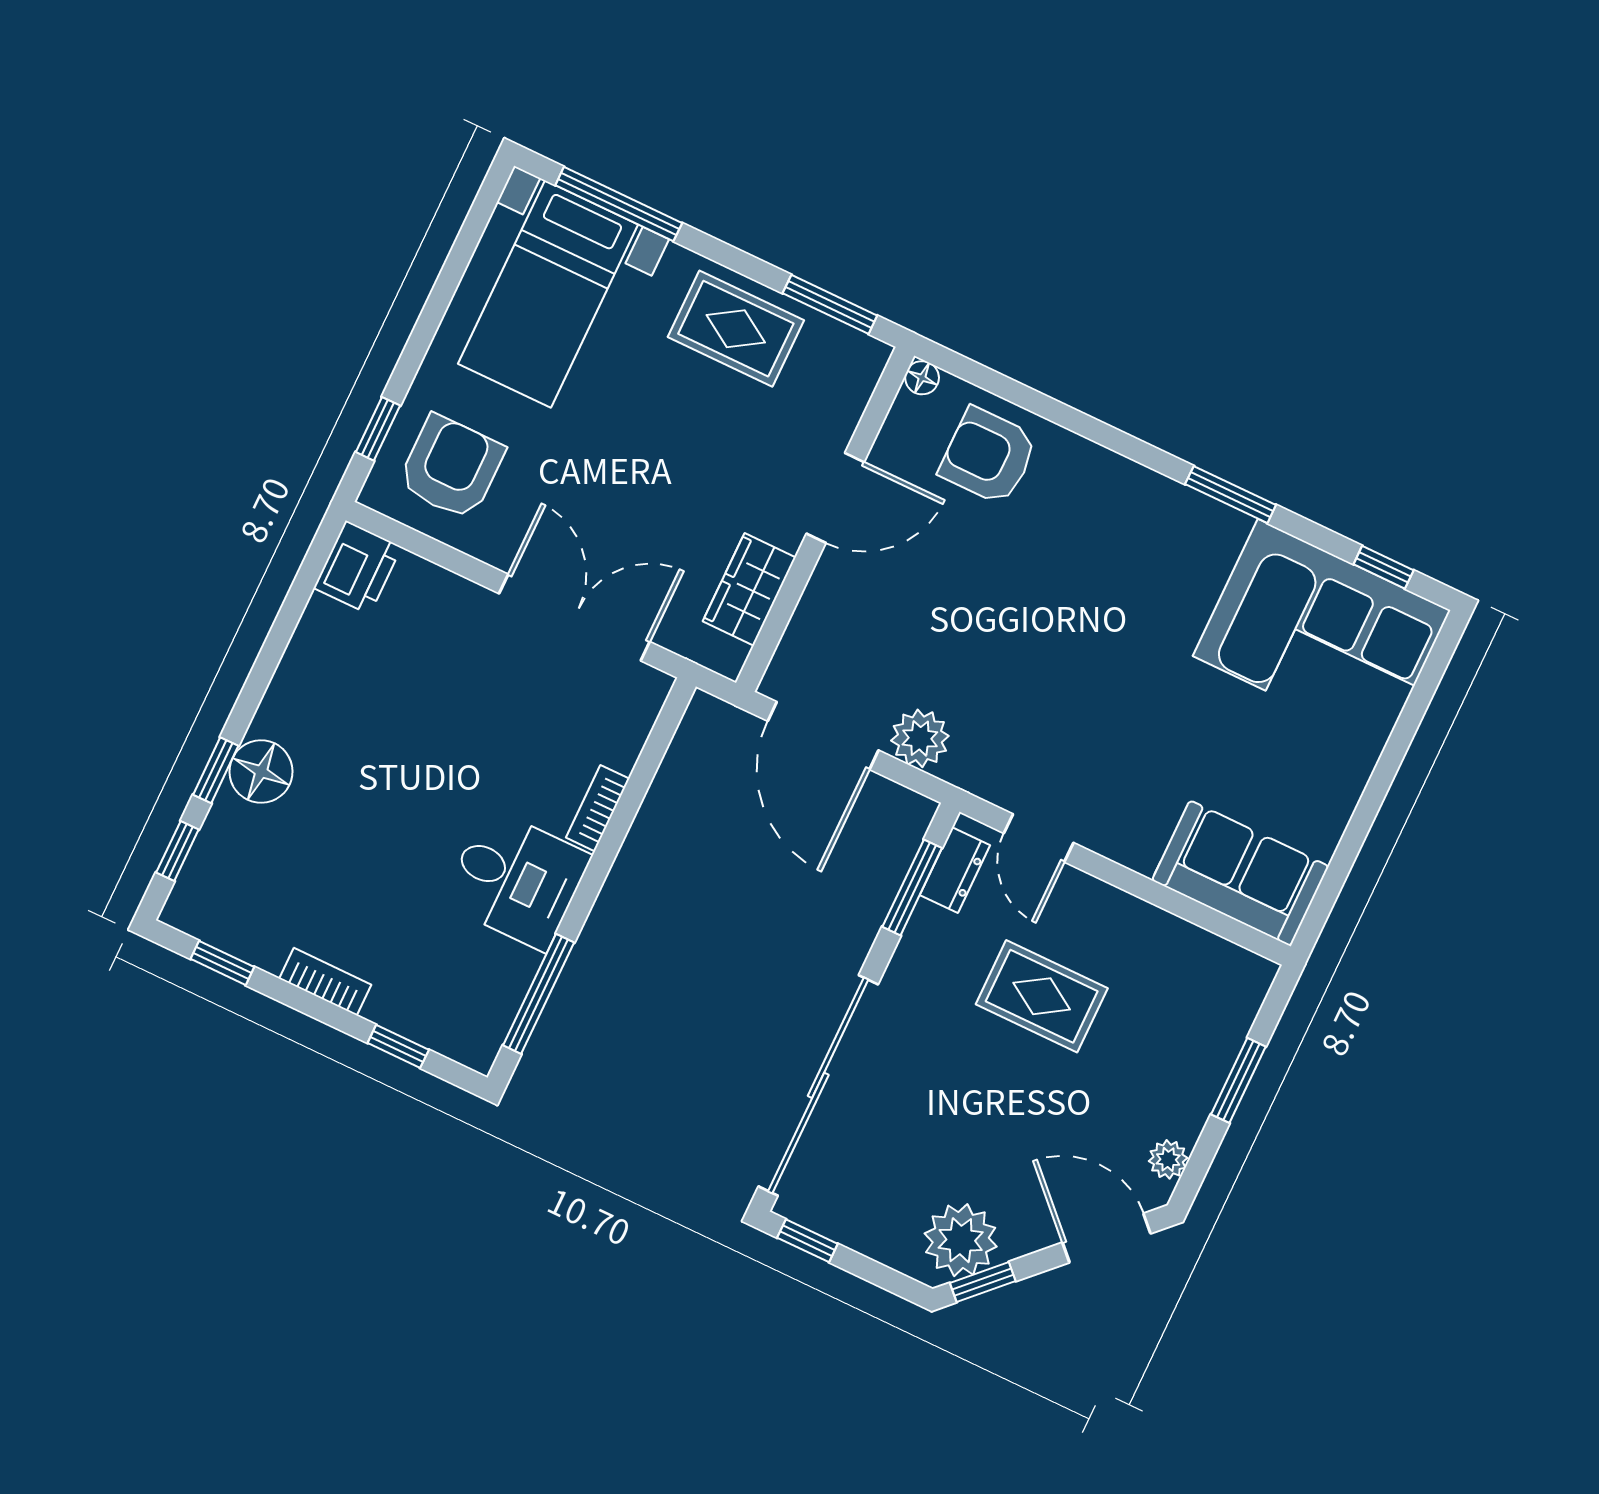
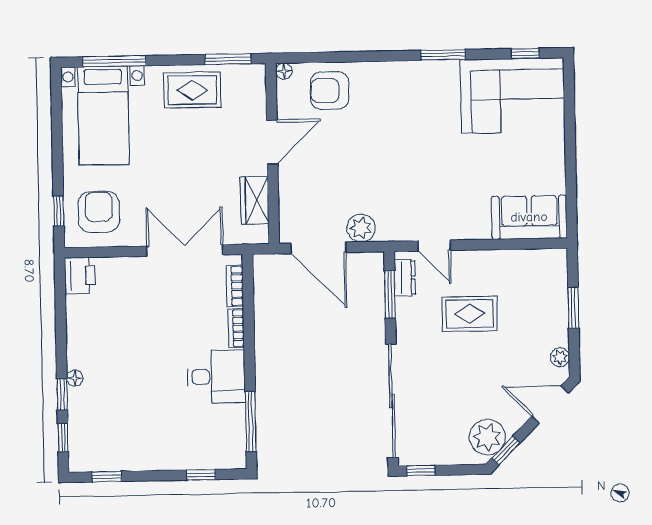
floor lamp: (261, 772) -> (75, 378), width x0.53, depth x0.53
bookcase: (325, 982) -> (235, 286), moved, turned -90

